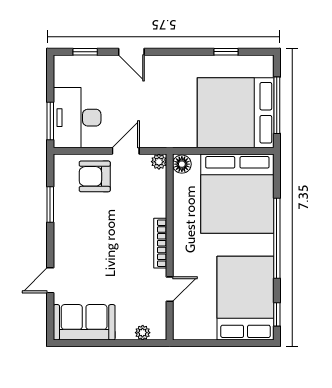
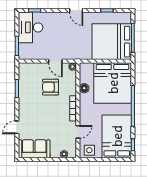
door: (131, 52) -> (76, 10), moved
desk: (77, 118) -> (31, 27), moved
door: (126, 151) -> (55, 61), swing flipped
floor lamp: (182, 164) -> (84, 88), moved
armchair: (95, 176) -> (51, 87), moved
side table: (192, 325) -> (89, 150), added

